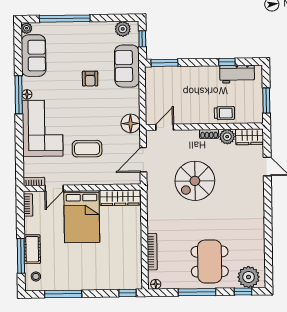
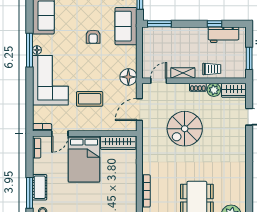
shelving: (192, 118) -> (183, 73), added

